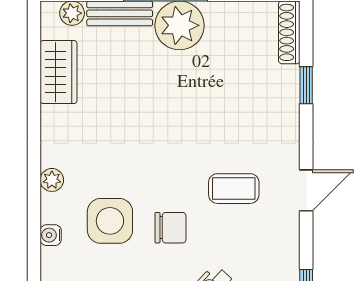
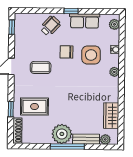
rug: (248, 92) -> (34, 106), added

